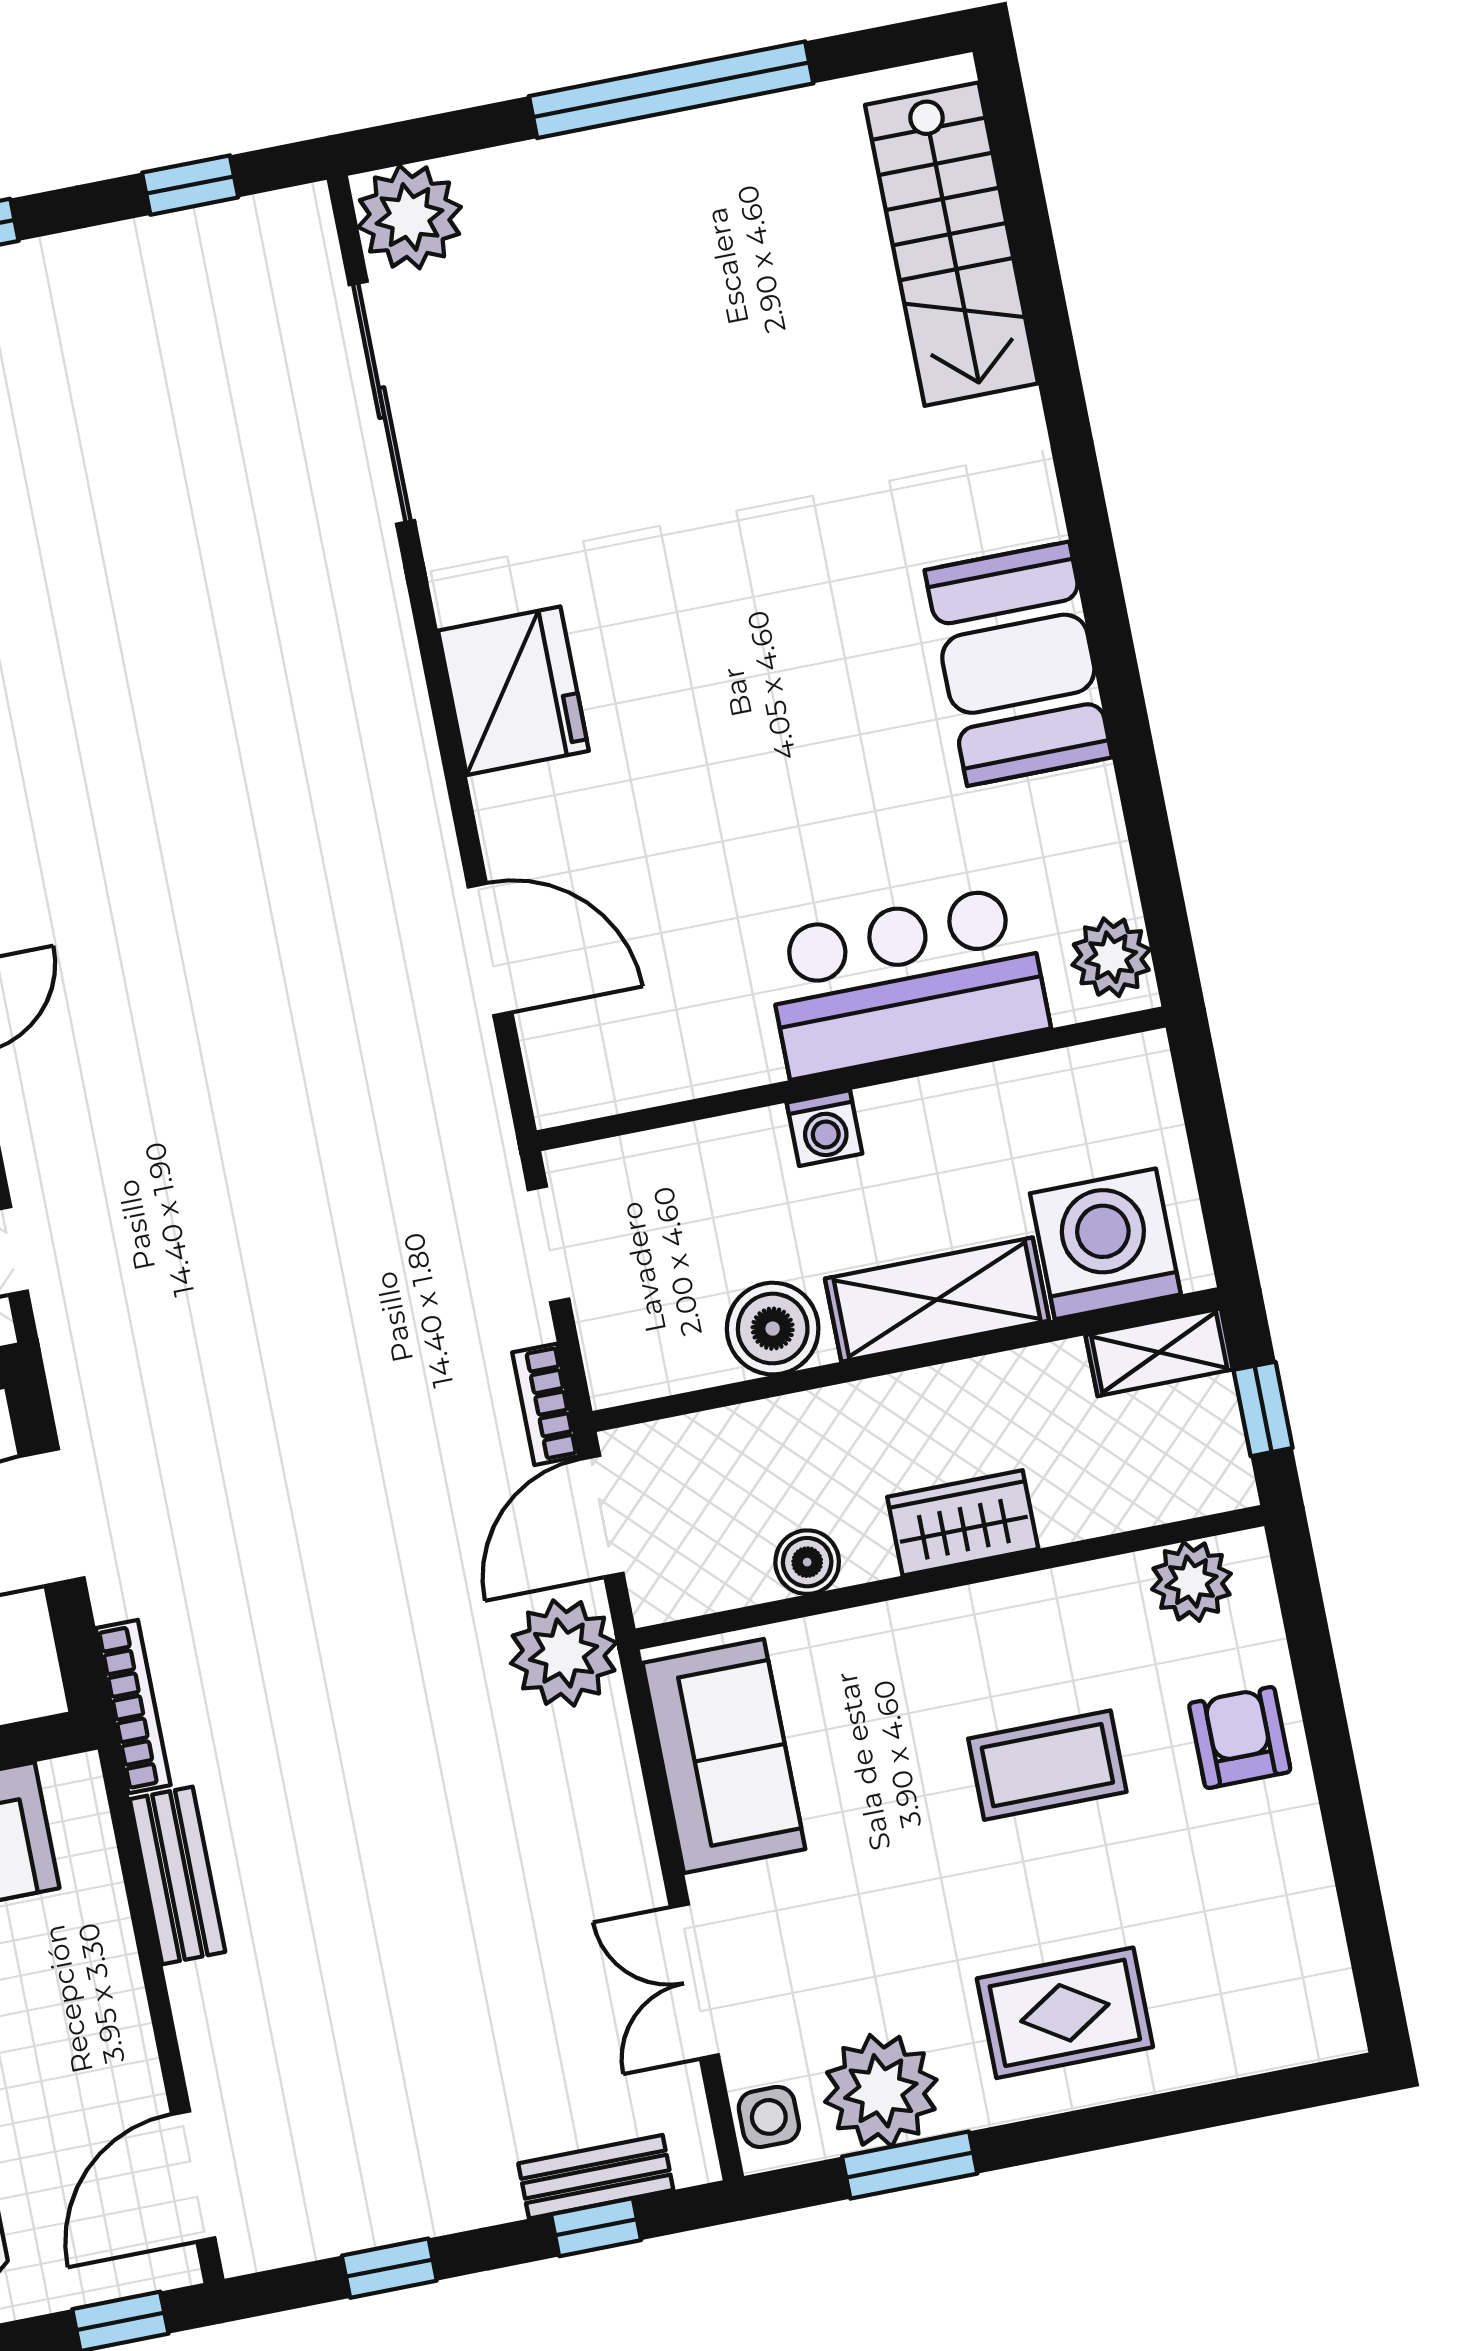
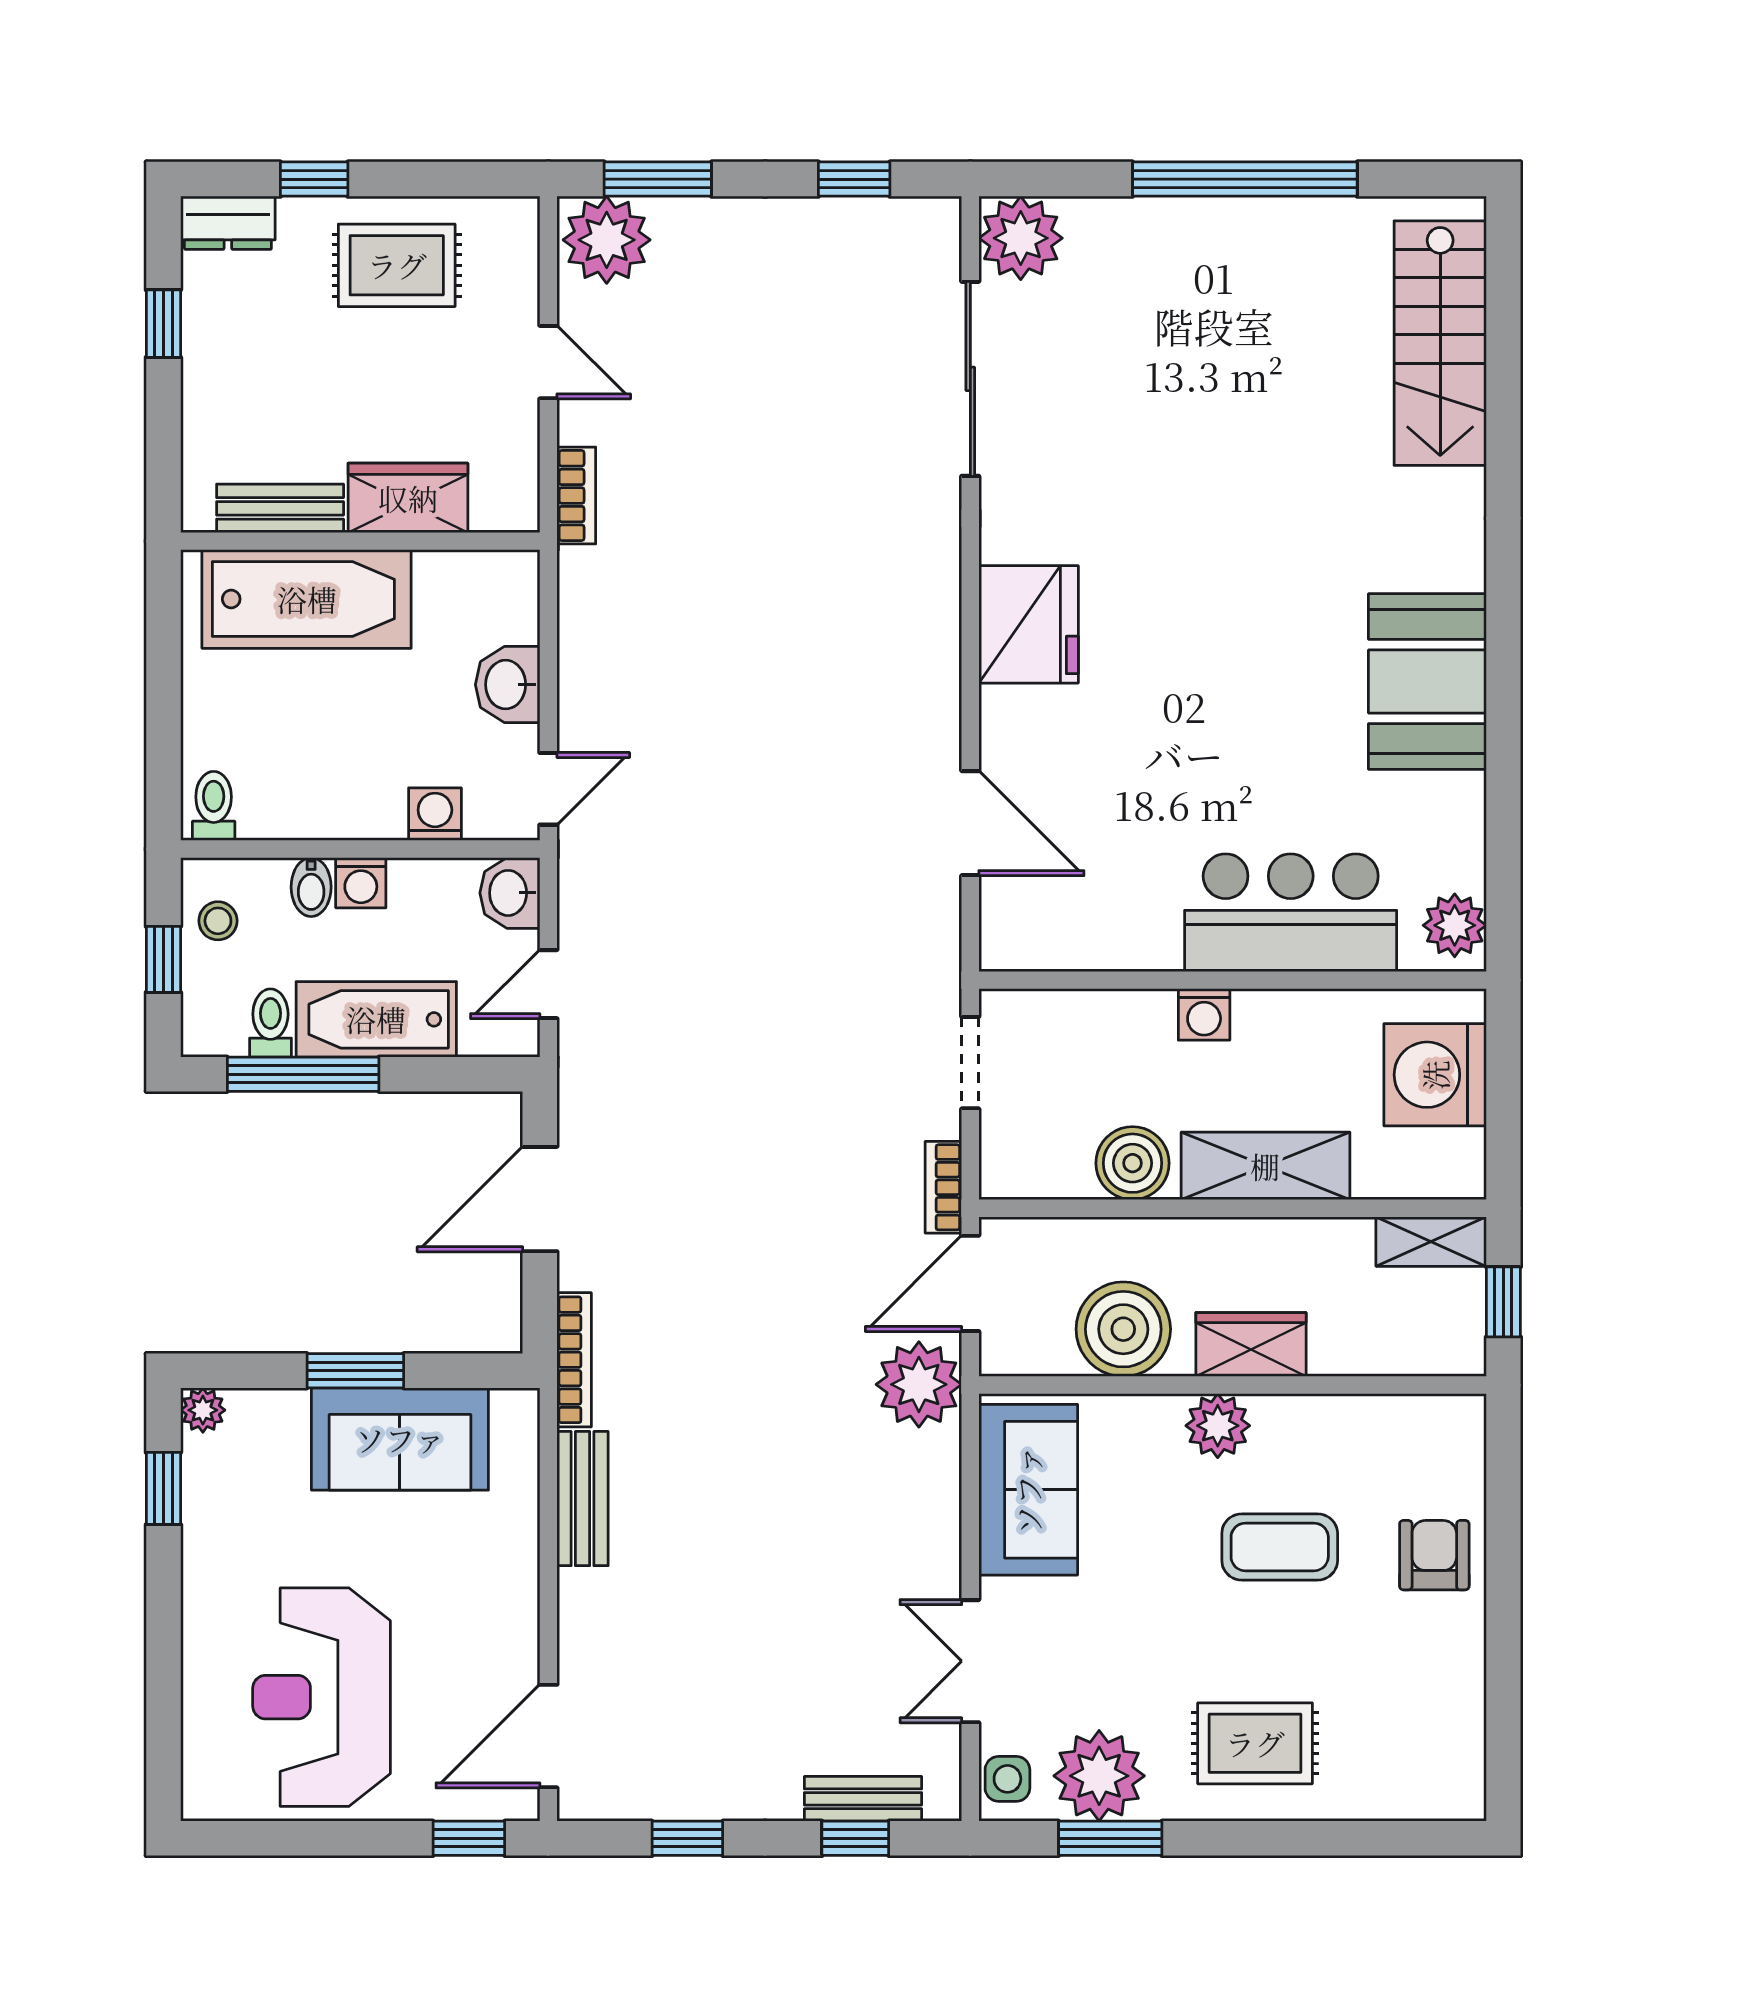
washing machine: (1105, 1244) -> (1435, 1075), moved, turned -90
boiler: (807, 1562) -> (1123, 1329), width x1.86, depth x1.86
plant: (1192, 1581) -> (1218, 1426), moved

